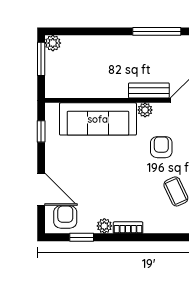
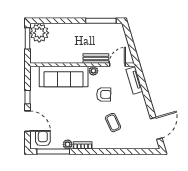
plant: (53, 43) -> (39, 33), width x1.88, depth x1.88
window: (41, 131) -> (27, 97), moved
armchair: (161, 147) -> (104, 94), turned 91
window: (82, 237) -> (53, 152), width x2.17

